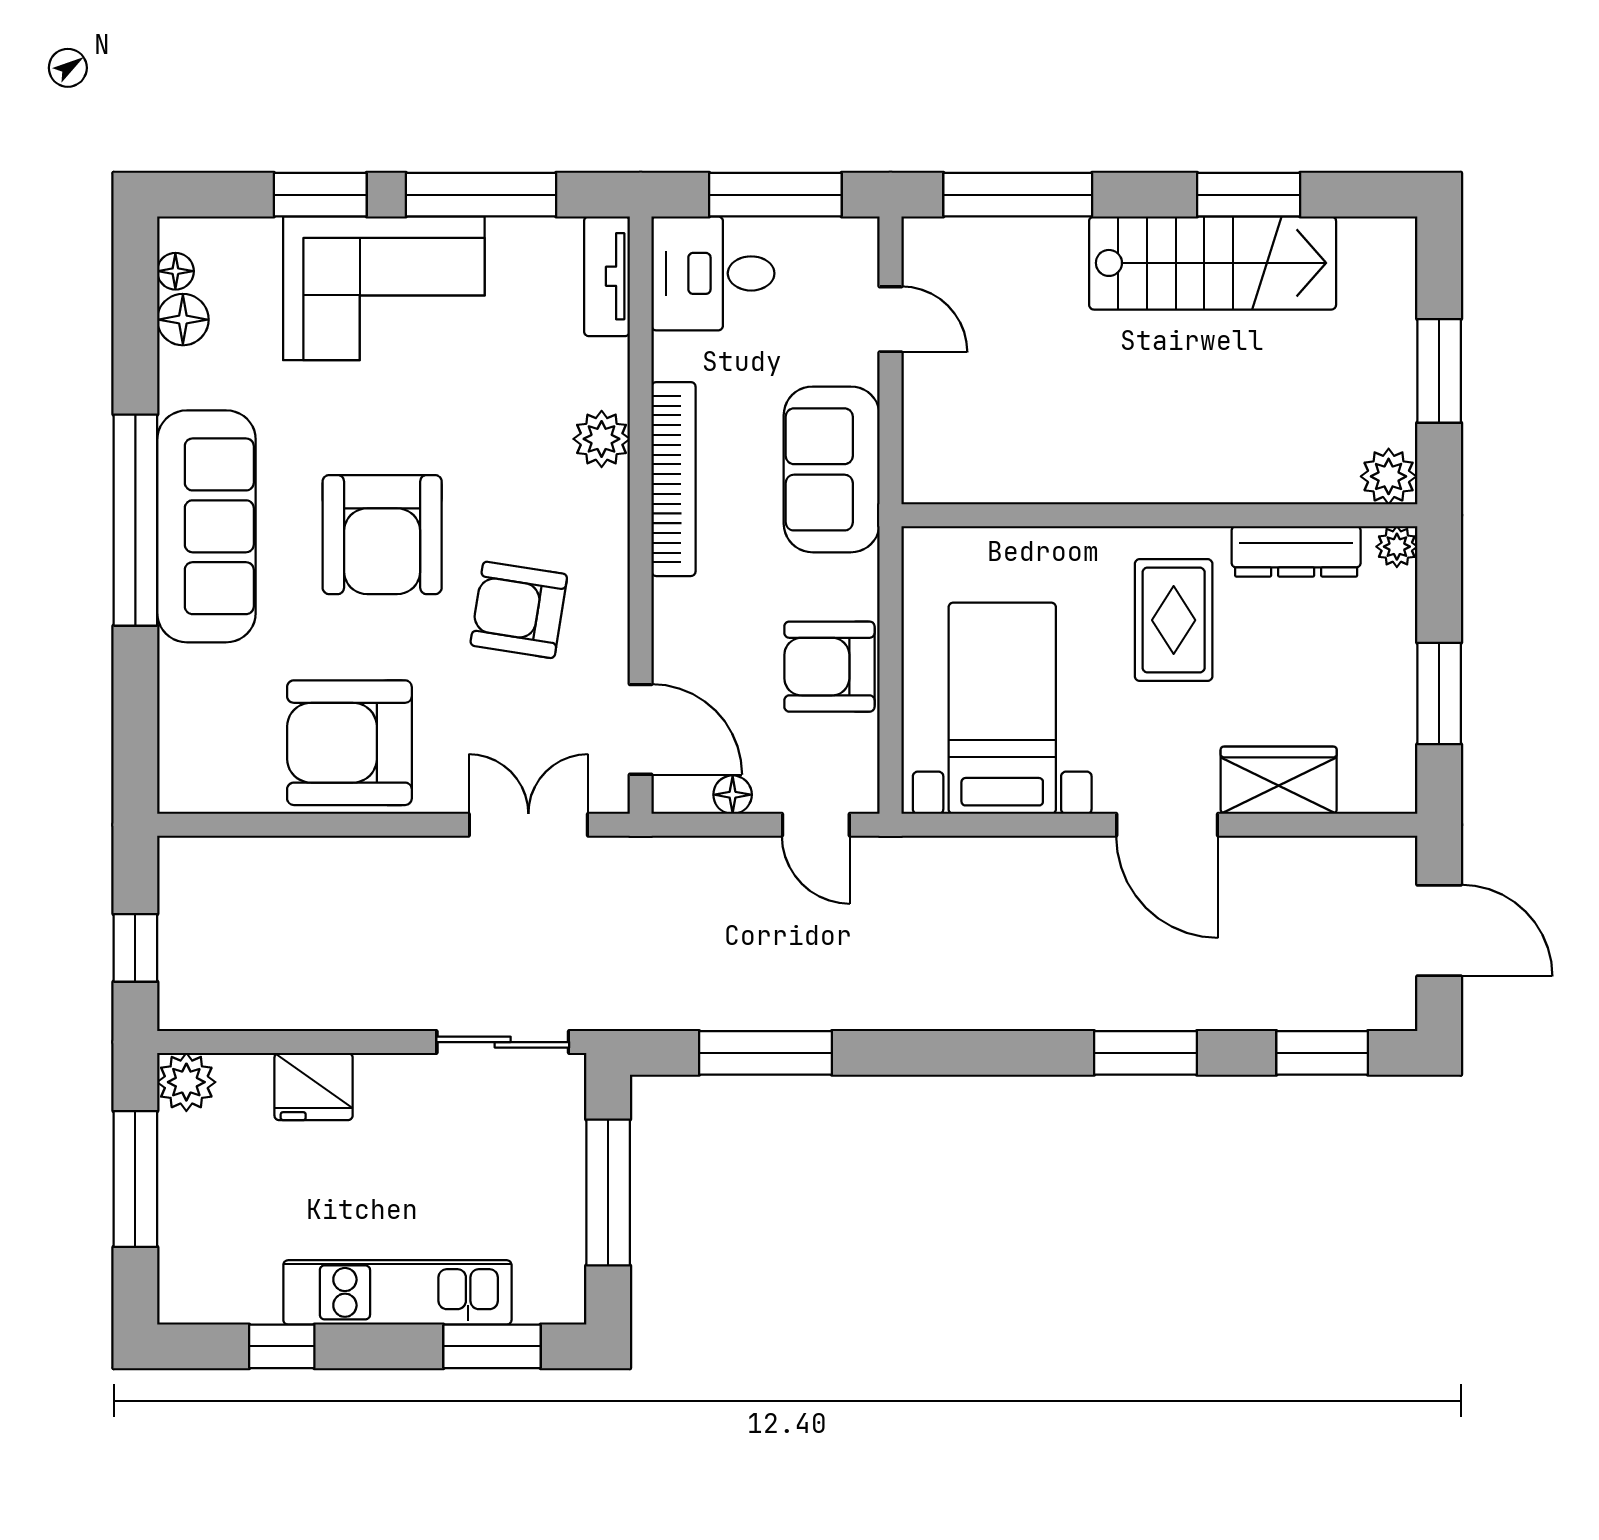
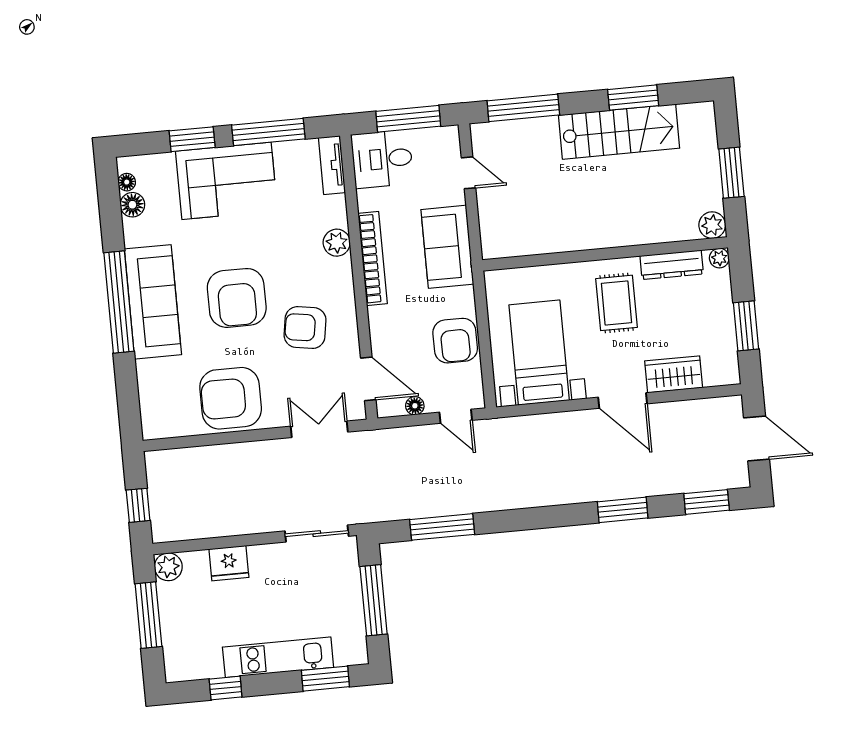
armchair: (829, 667) -> (455, 341), turned -90

